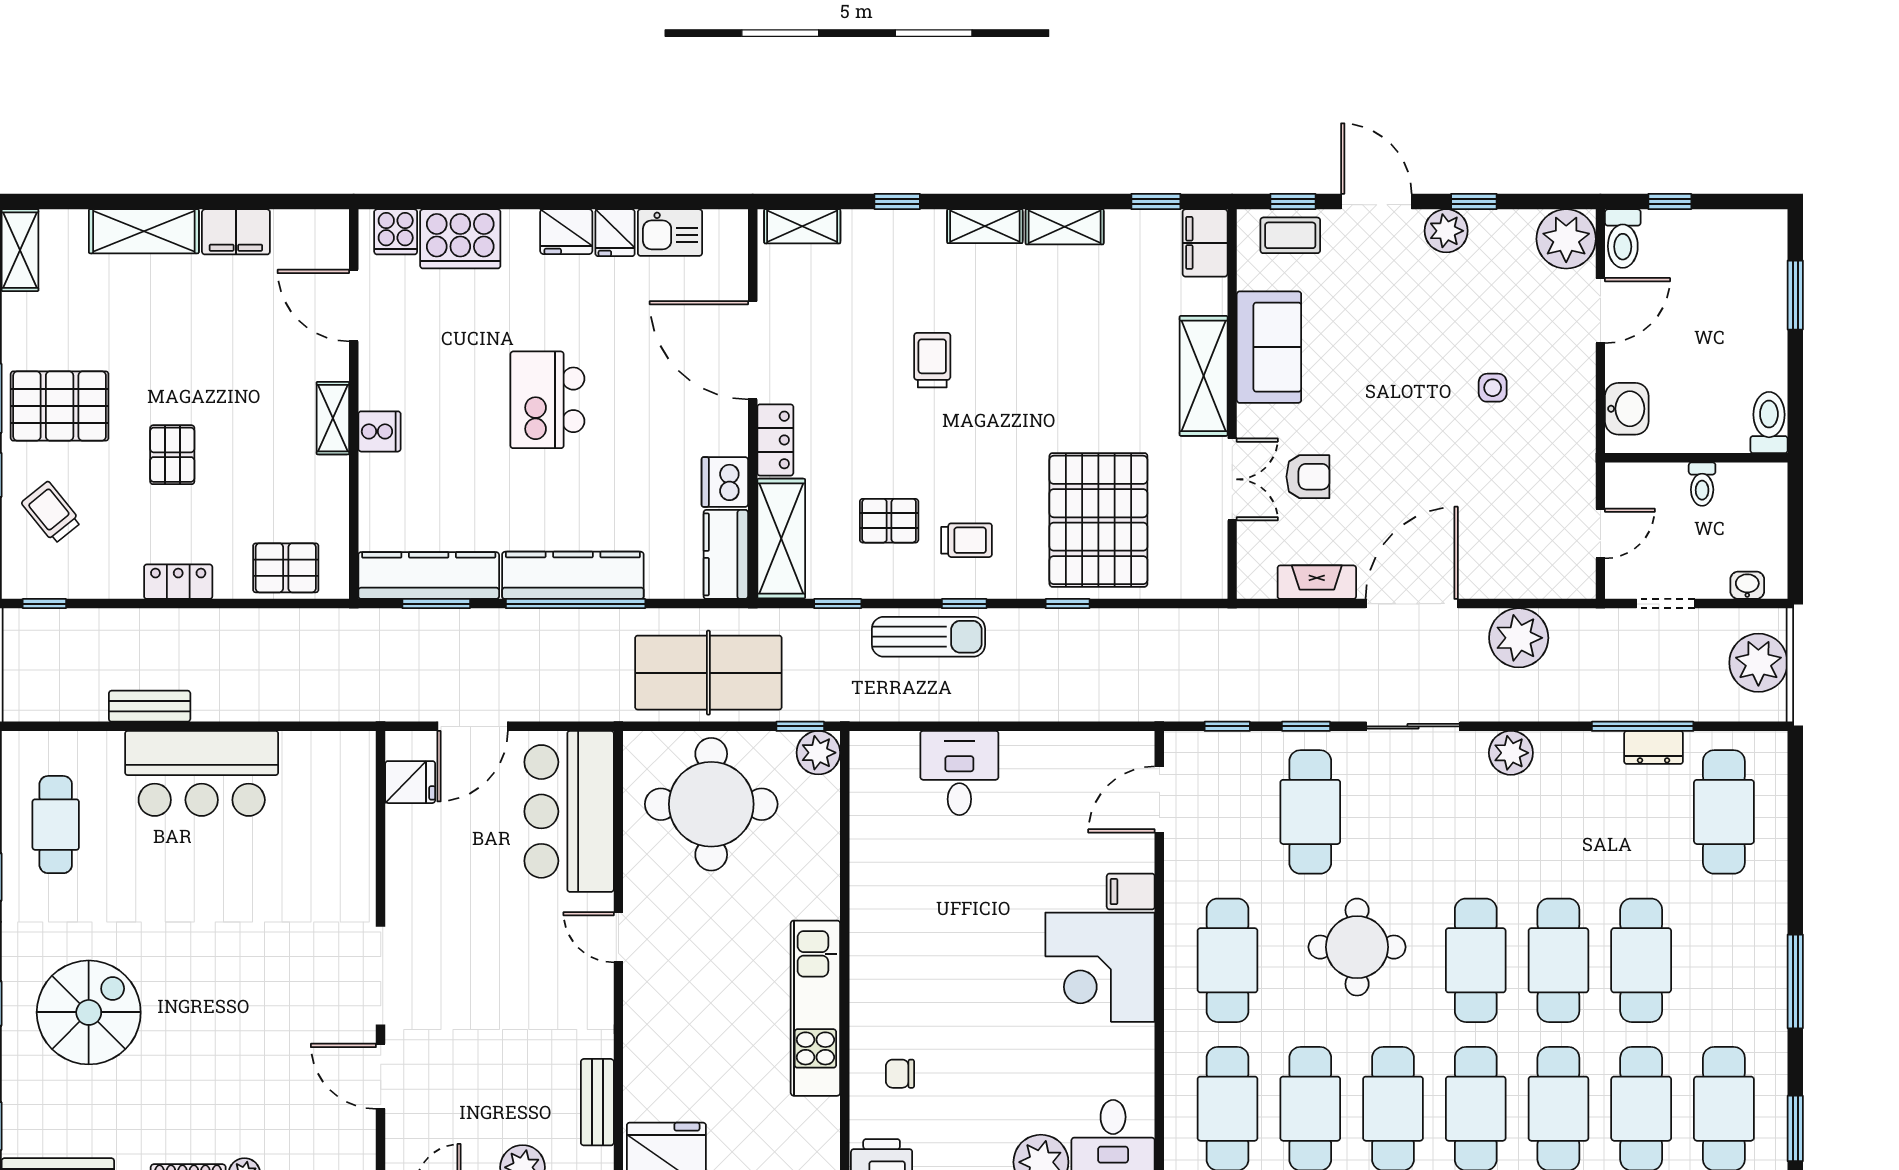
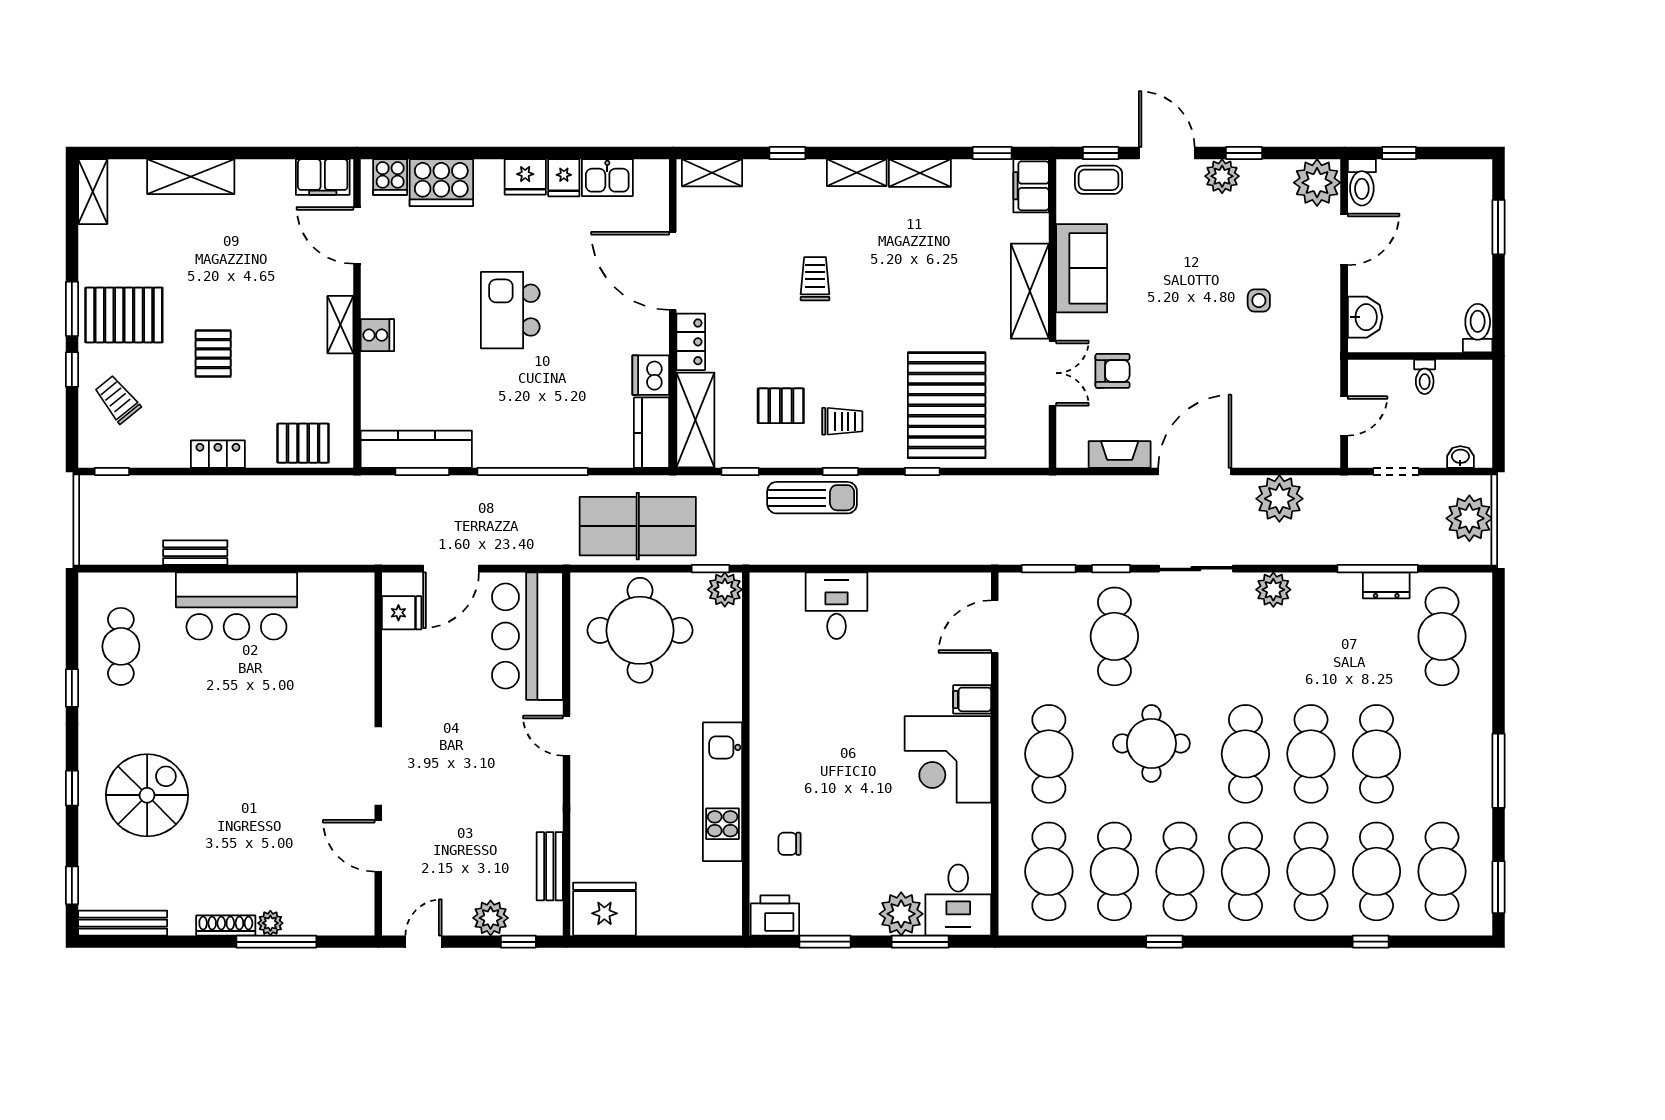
filing cabinet: (236, 232) -> (323, 177), moved
kitchen counter: (573, 575) -> (530, 449), removed
window: (1227, 726) -> (1049, 569), width x1.50

